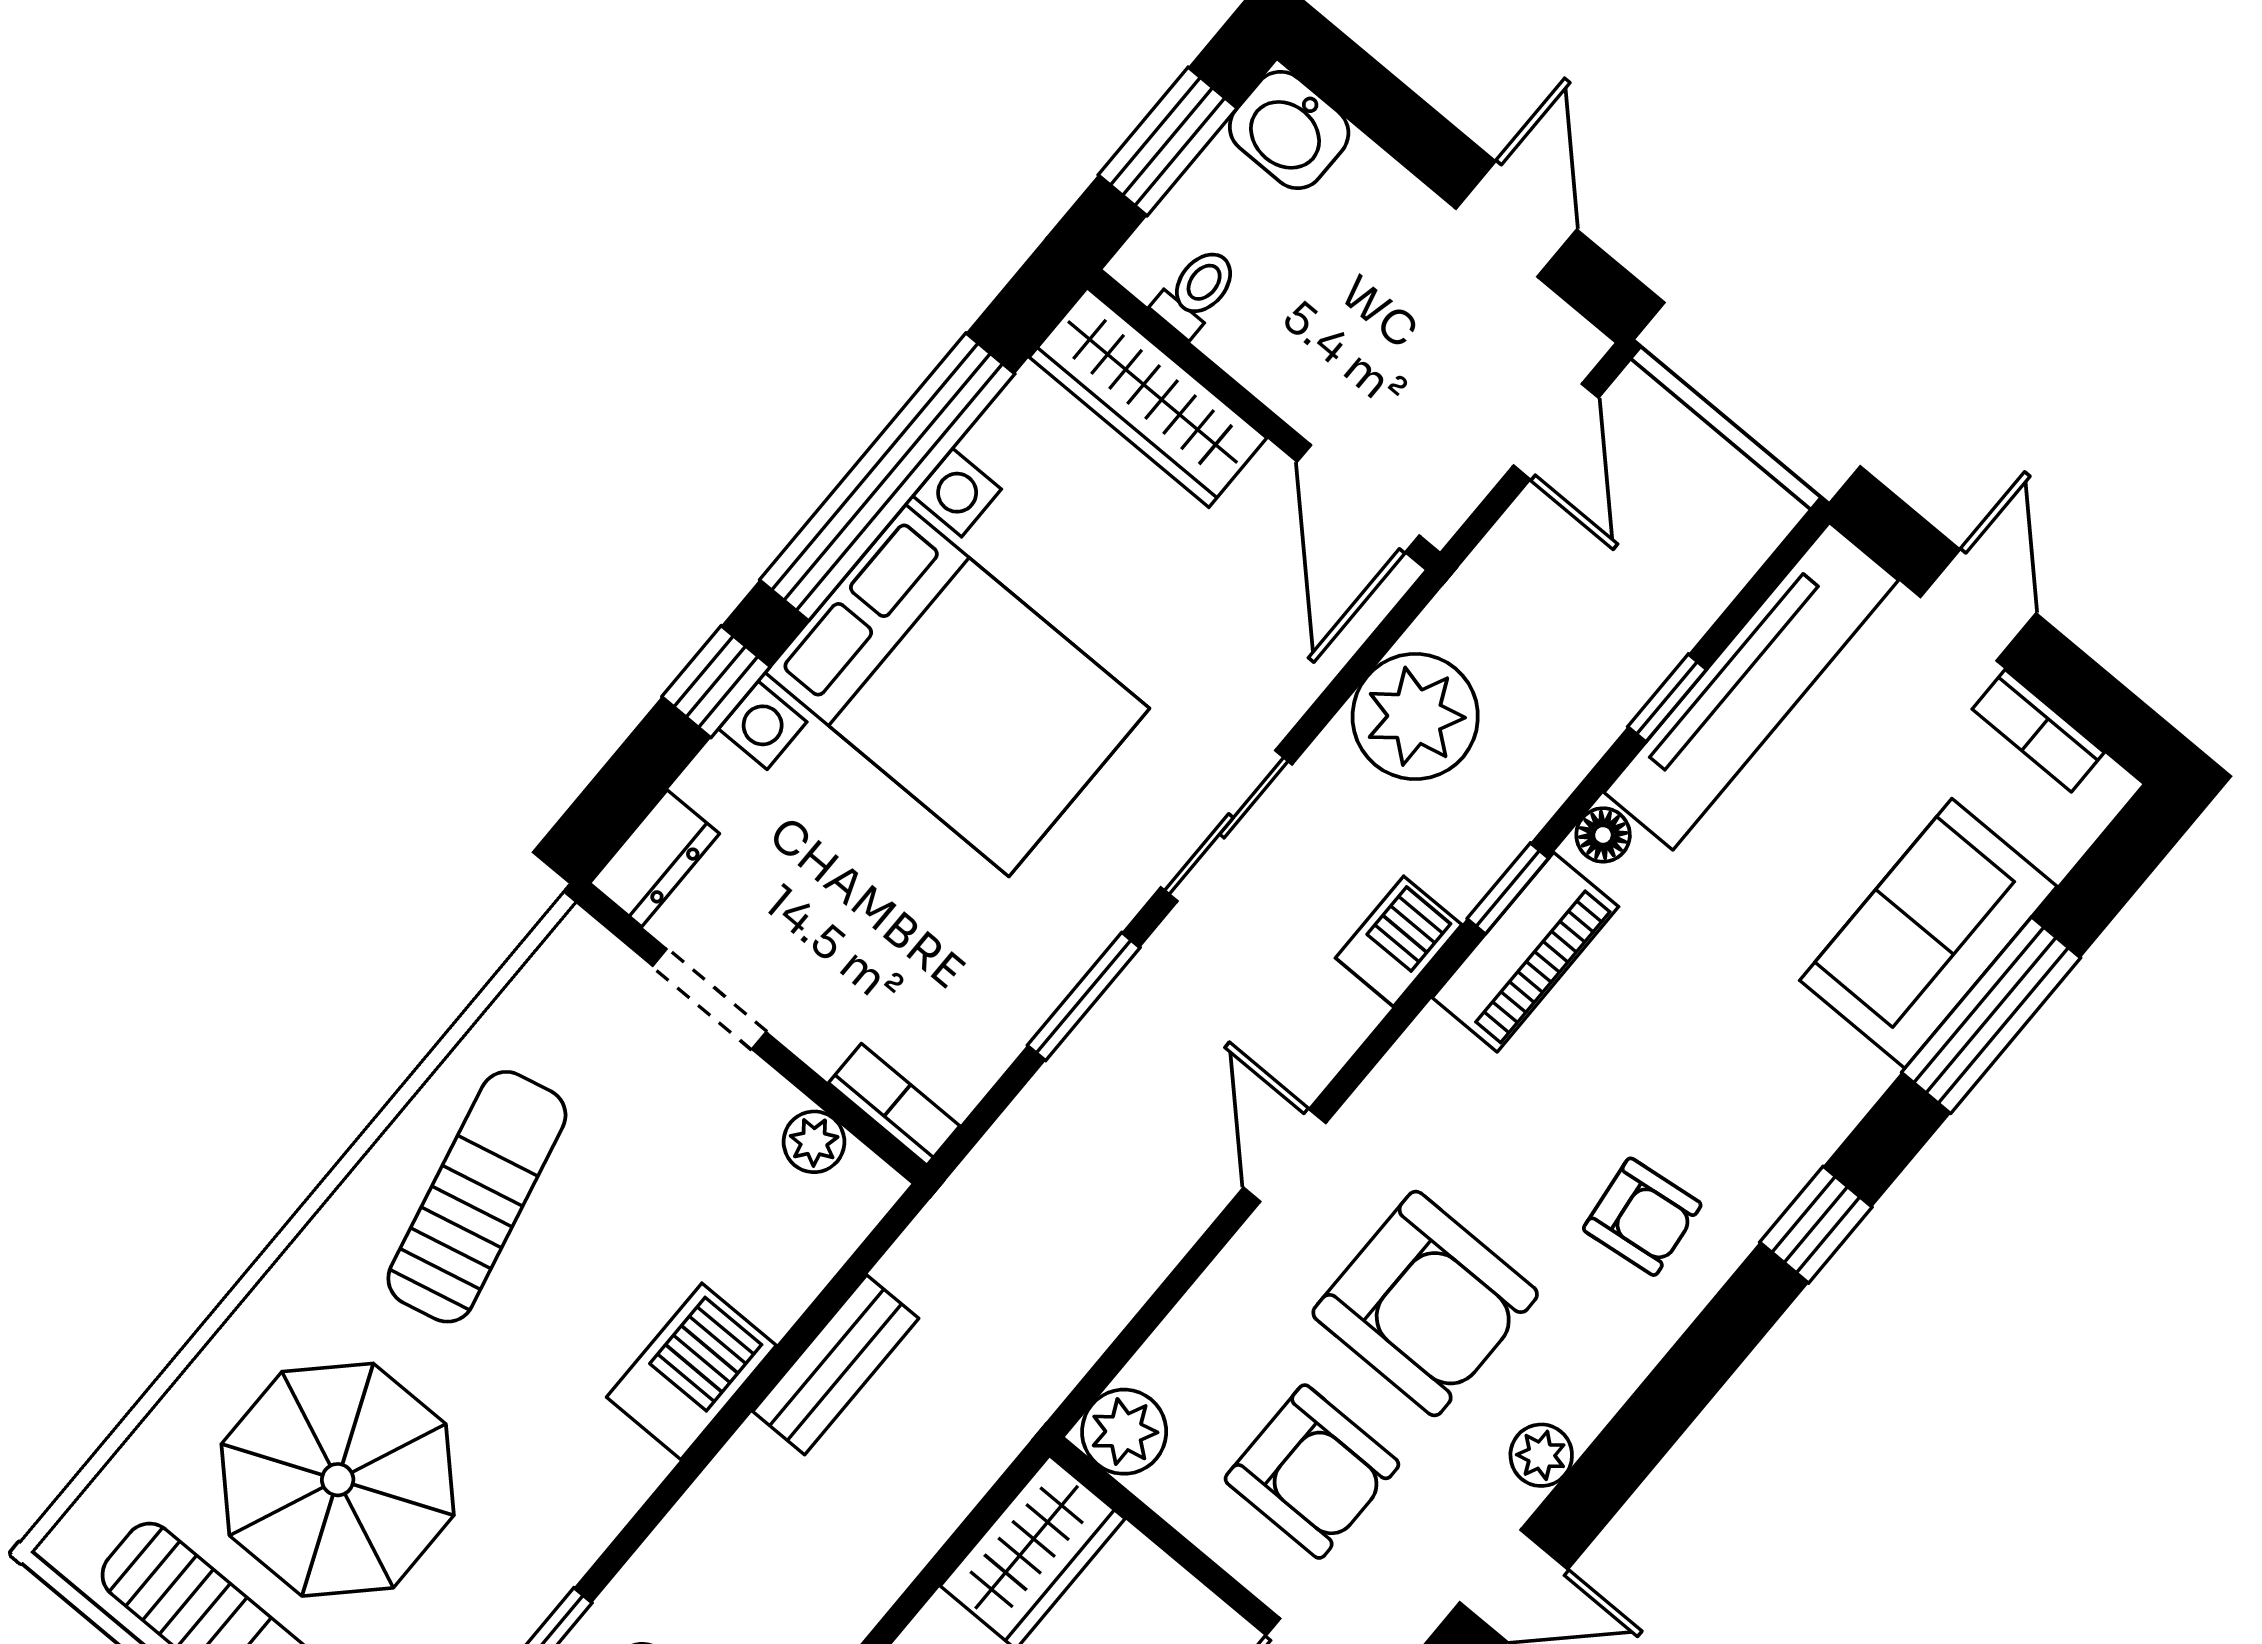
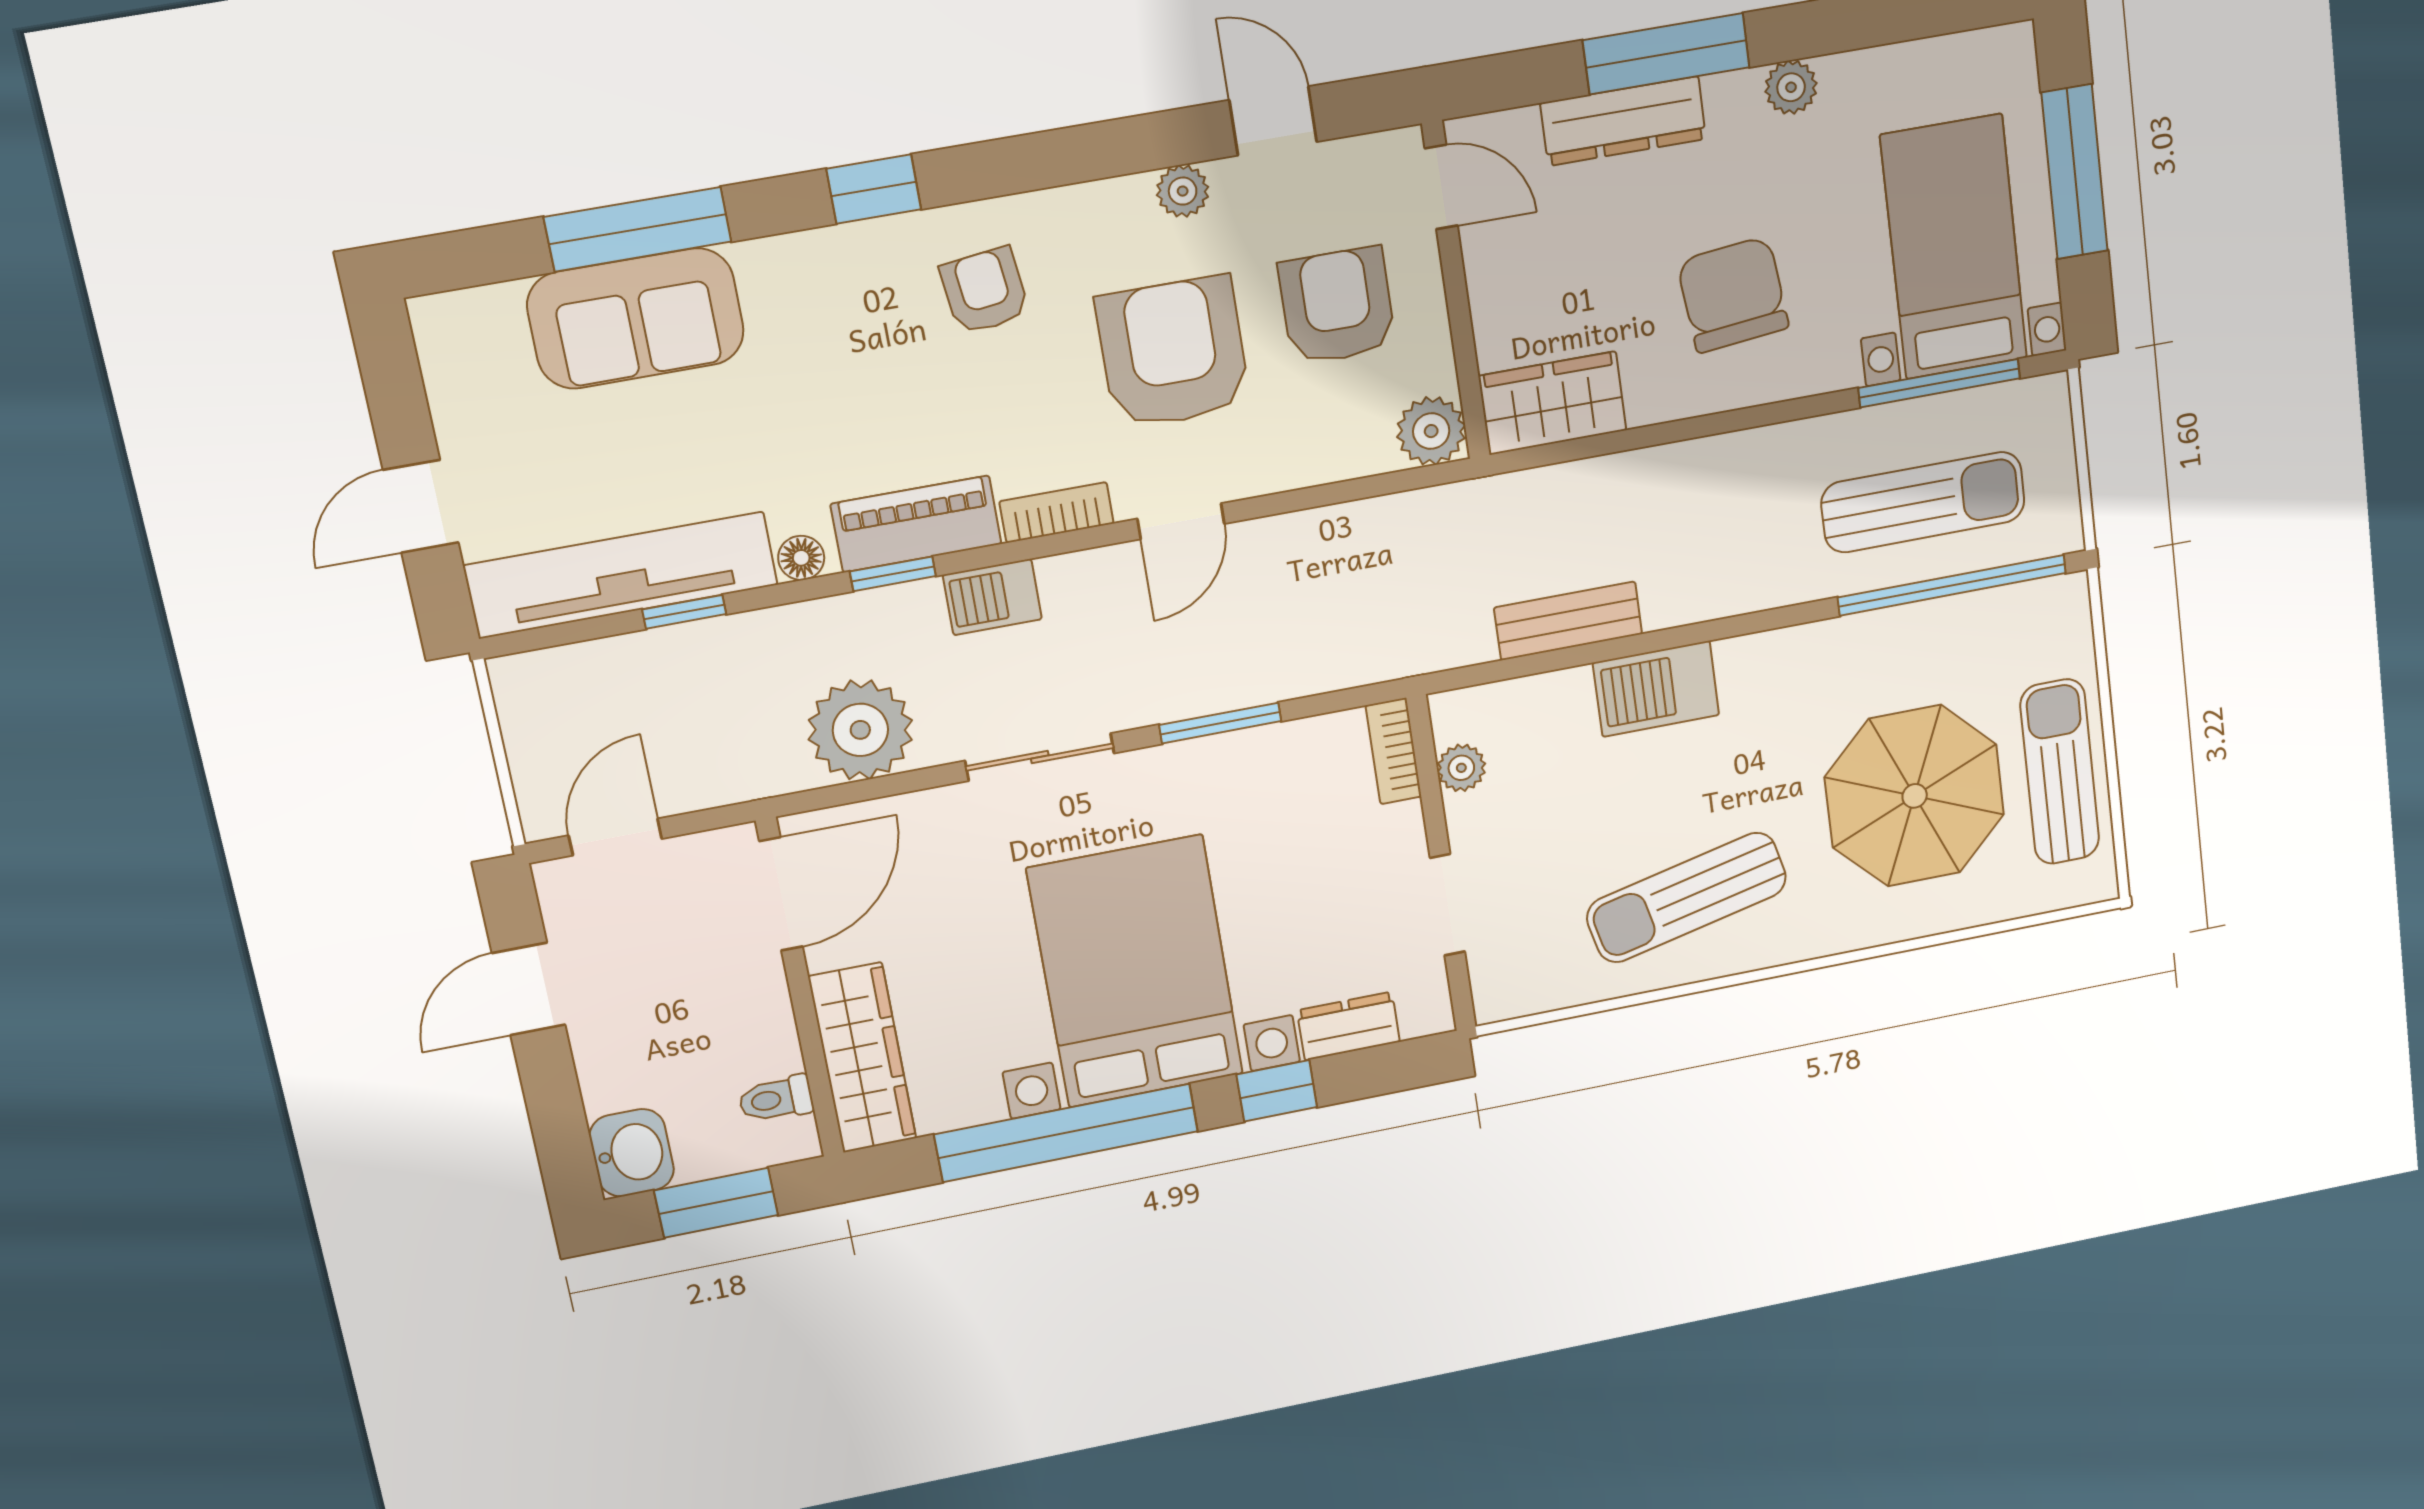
bookcase: (2038, 731) -> (1057, 512), moved, turned -90
dresser: (654, 858) -> (1348, 1026), moved

